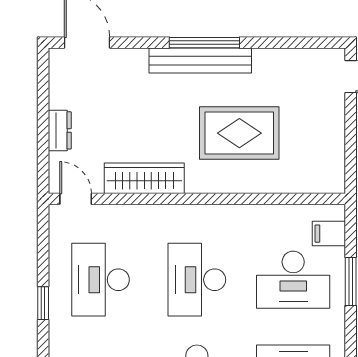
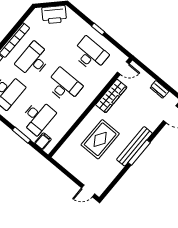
dresser: (60, 130) -> (159, 89), moved
desk: (293, 280) -> (38, 117), turned 180

